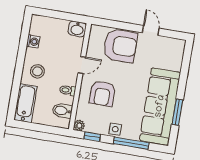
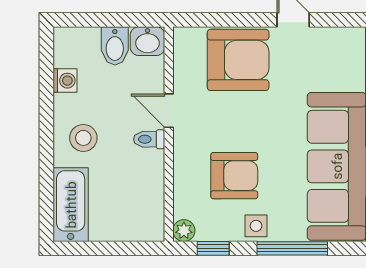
door: (82, 65) -> (169, 111), swing flipped
toilet: (68, 90) -> (149, 139), moved
armchair: (102, 94) -> (234, 176), moved, turned -90
bidet: (62, 111) -> (115, 46), moved, turned -90

